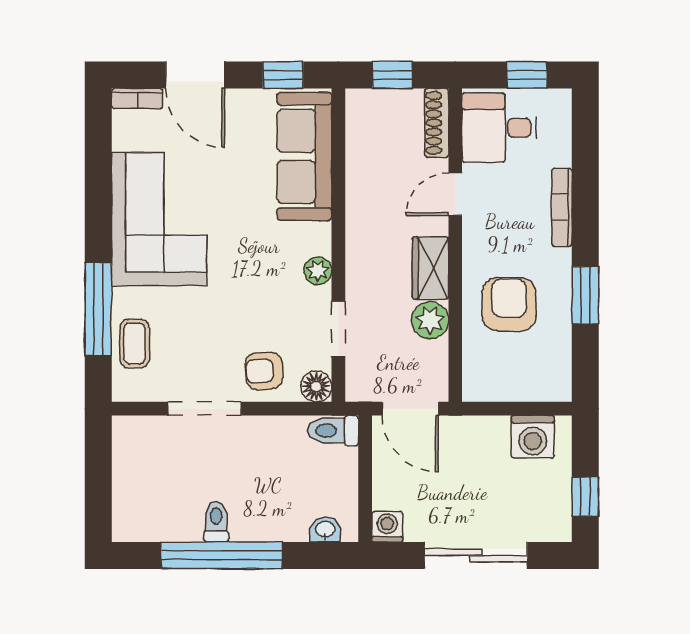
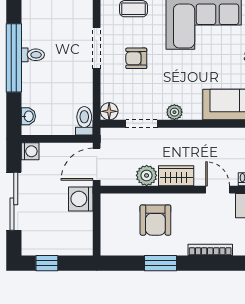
armchair: (509, 304) -> (155, 220), turned 90
armchair: (264, 371) -> (136, 58), moved, turned -88
washing machine: (533, 437) -> (81, 199), moved

